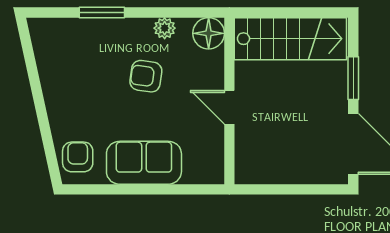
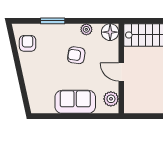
armchair: (78, 157) -> (28, 43), moved
plant: (210, 157) -> (111, 99), added

